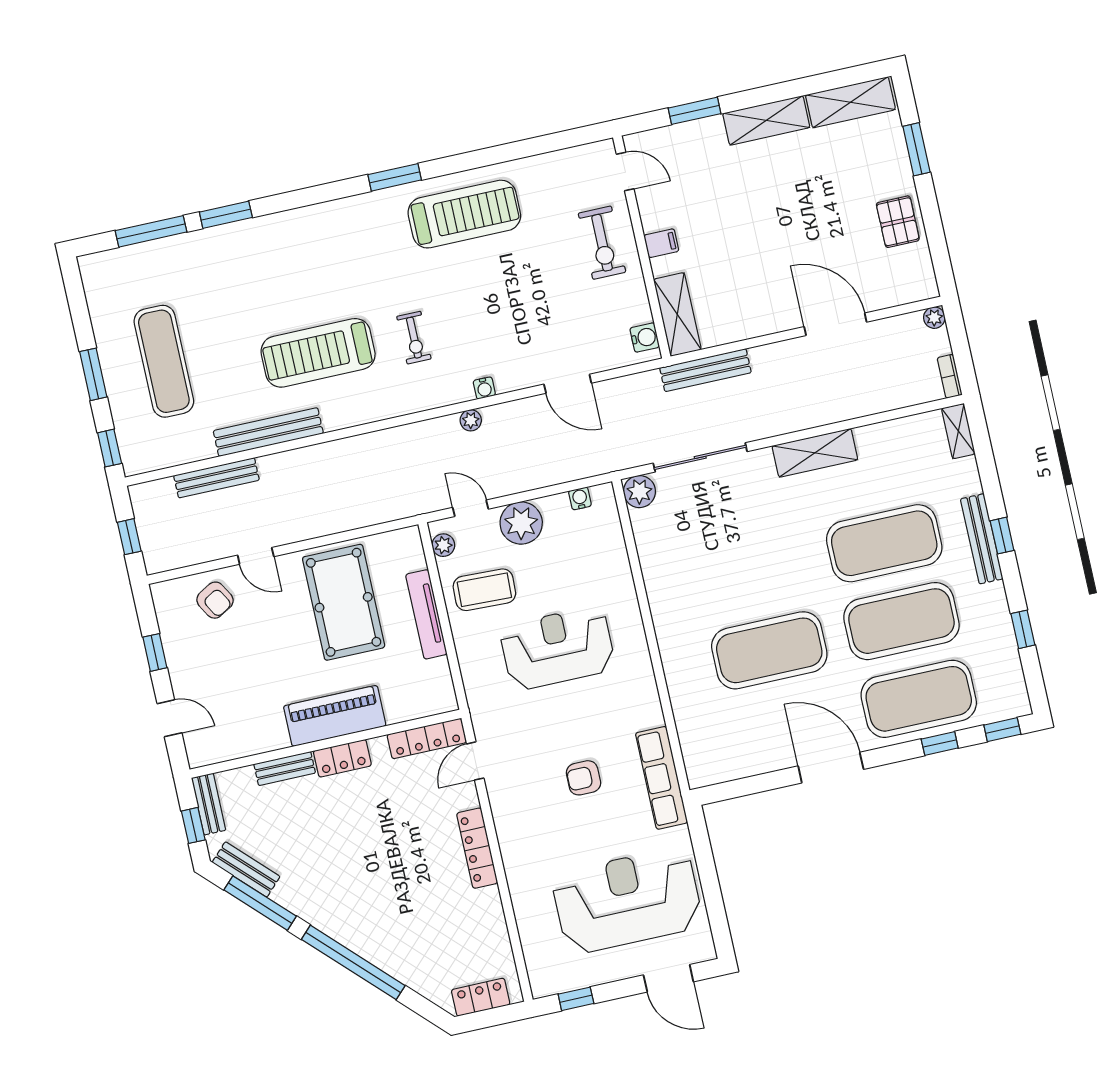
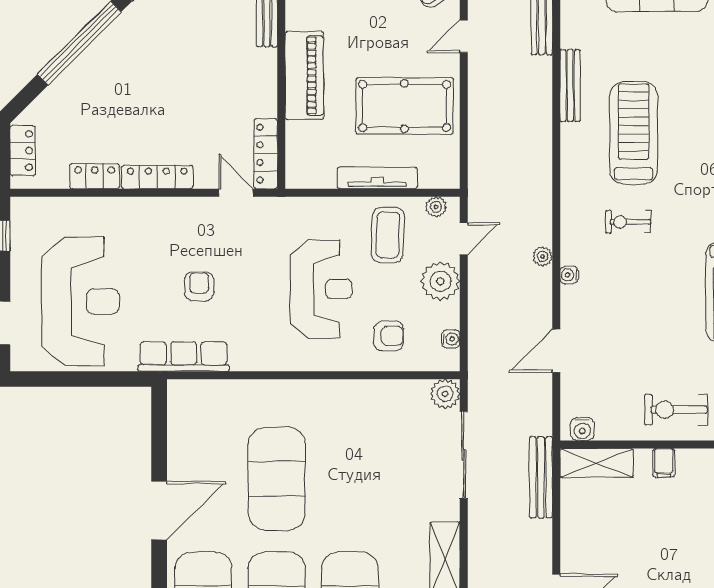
bench: (268, 432) -> (570, 86), width x0.73, depth x0.82
armchair: (591, 565) -> (389, 336), added
locker: (342, 758) -> (95, 176), moved, turned 90

